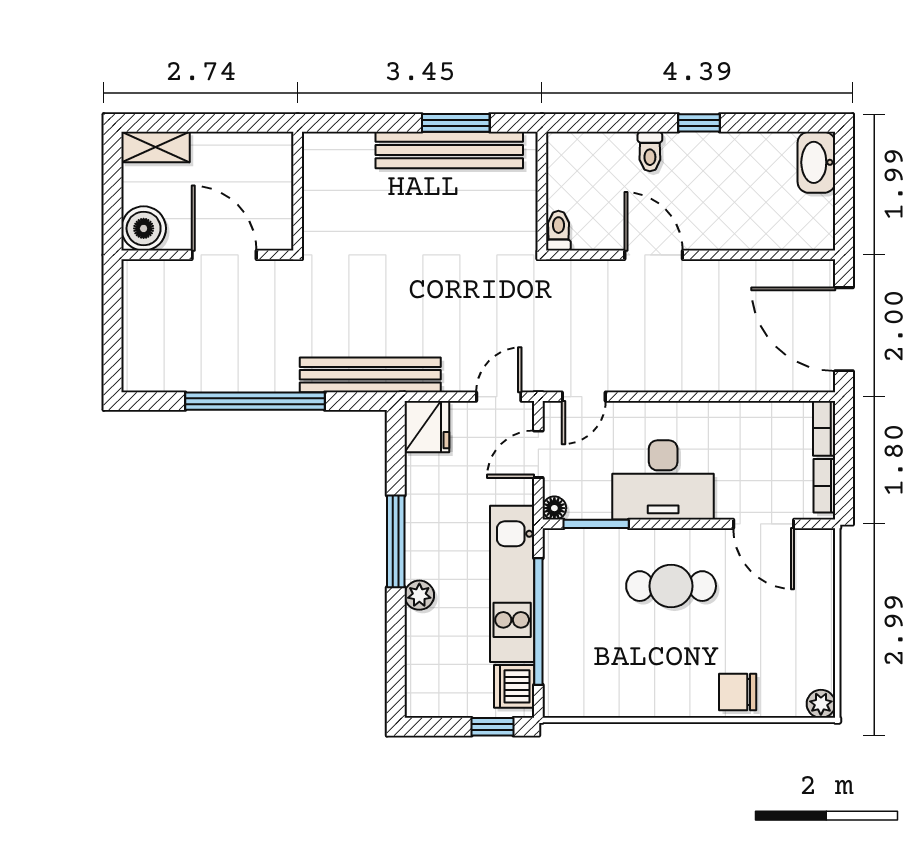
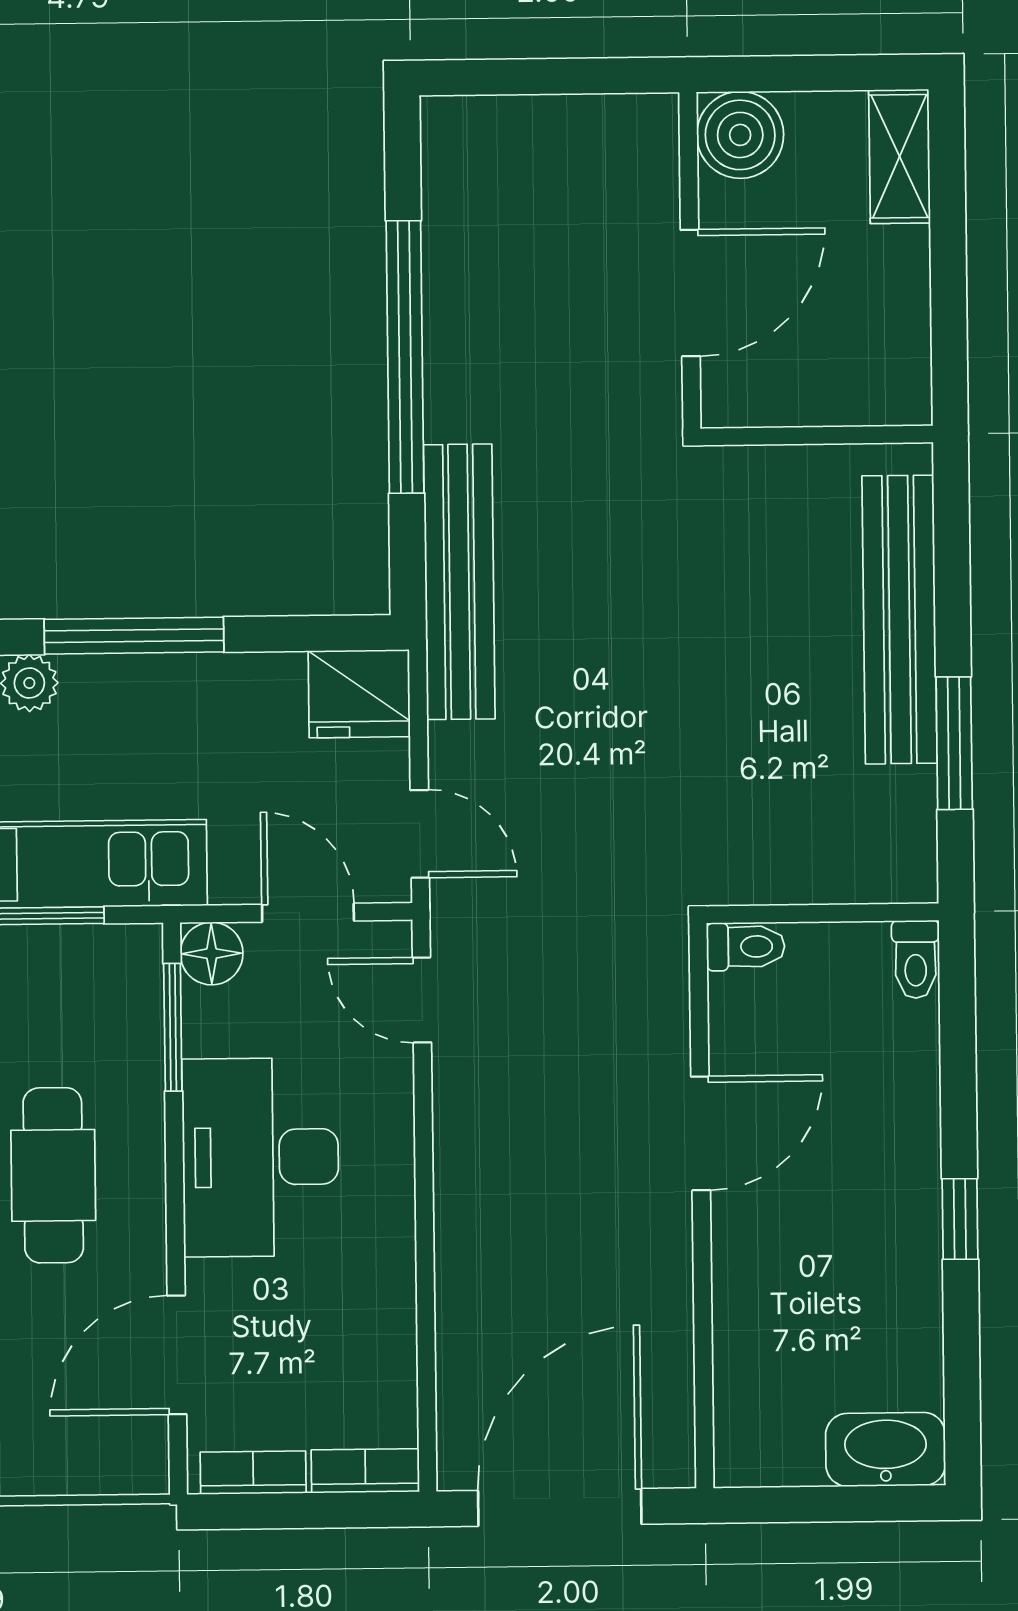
bench: (449, 150) -> (899, 620), moved
toilet: (650, 152) -> (916, 959), moved, turned -90
floor lamp: (554, 508) -> (212, 954), width x1.37, depth x1.37

